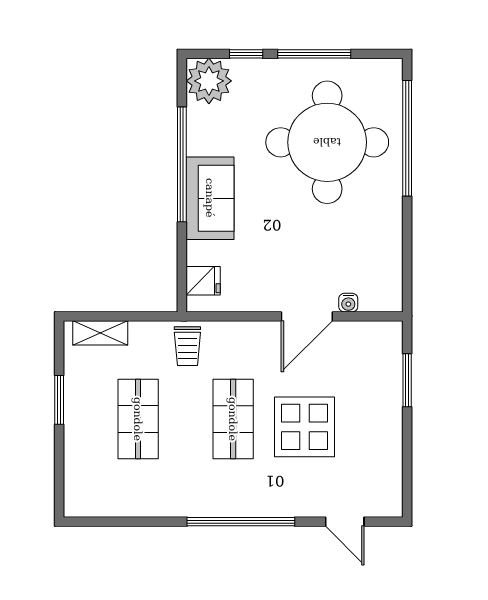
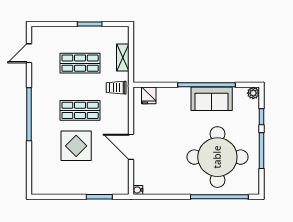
plant: (209, 81) -> (253, 93), width x0.53, depth x0.53
sofa: (210, 198) -> (212, 99), moved
water cooler: (348, 303) -> (138, 190), moved
shelving: (100, 333) -> (123, 58), moved
door: (345, 522) -> (29, 53), moved

